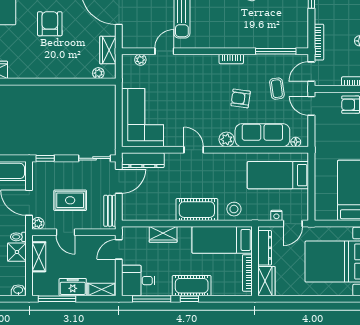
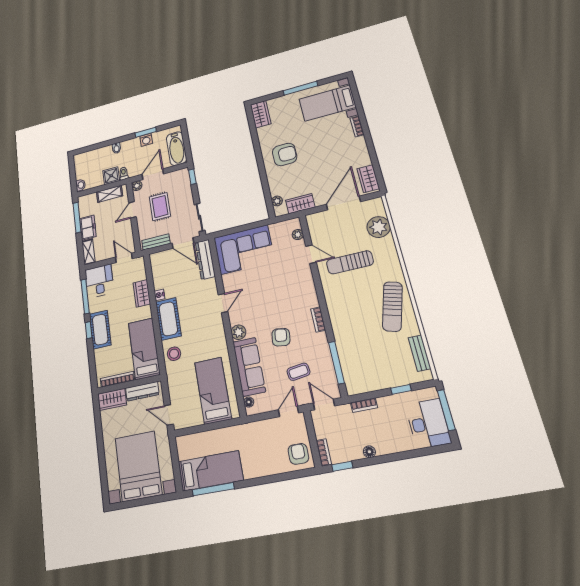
armchair: (50, 24) -> (285, 154), moved
bookcase: (319, 42) -> (364, 405), width x0.64
nightstand: (276, 215) -> (159, 295), moved

